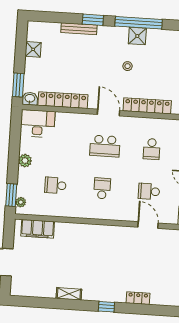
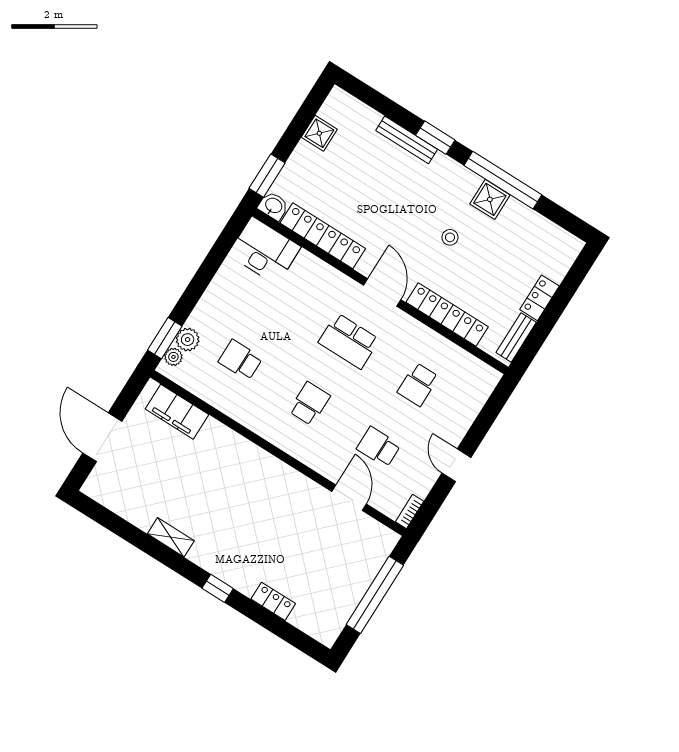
plant: (25, 161) -> (188, 340), moved

